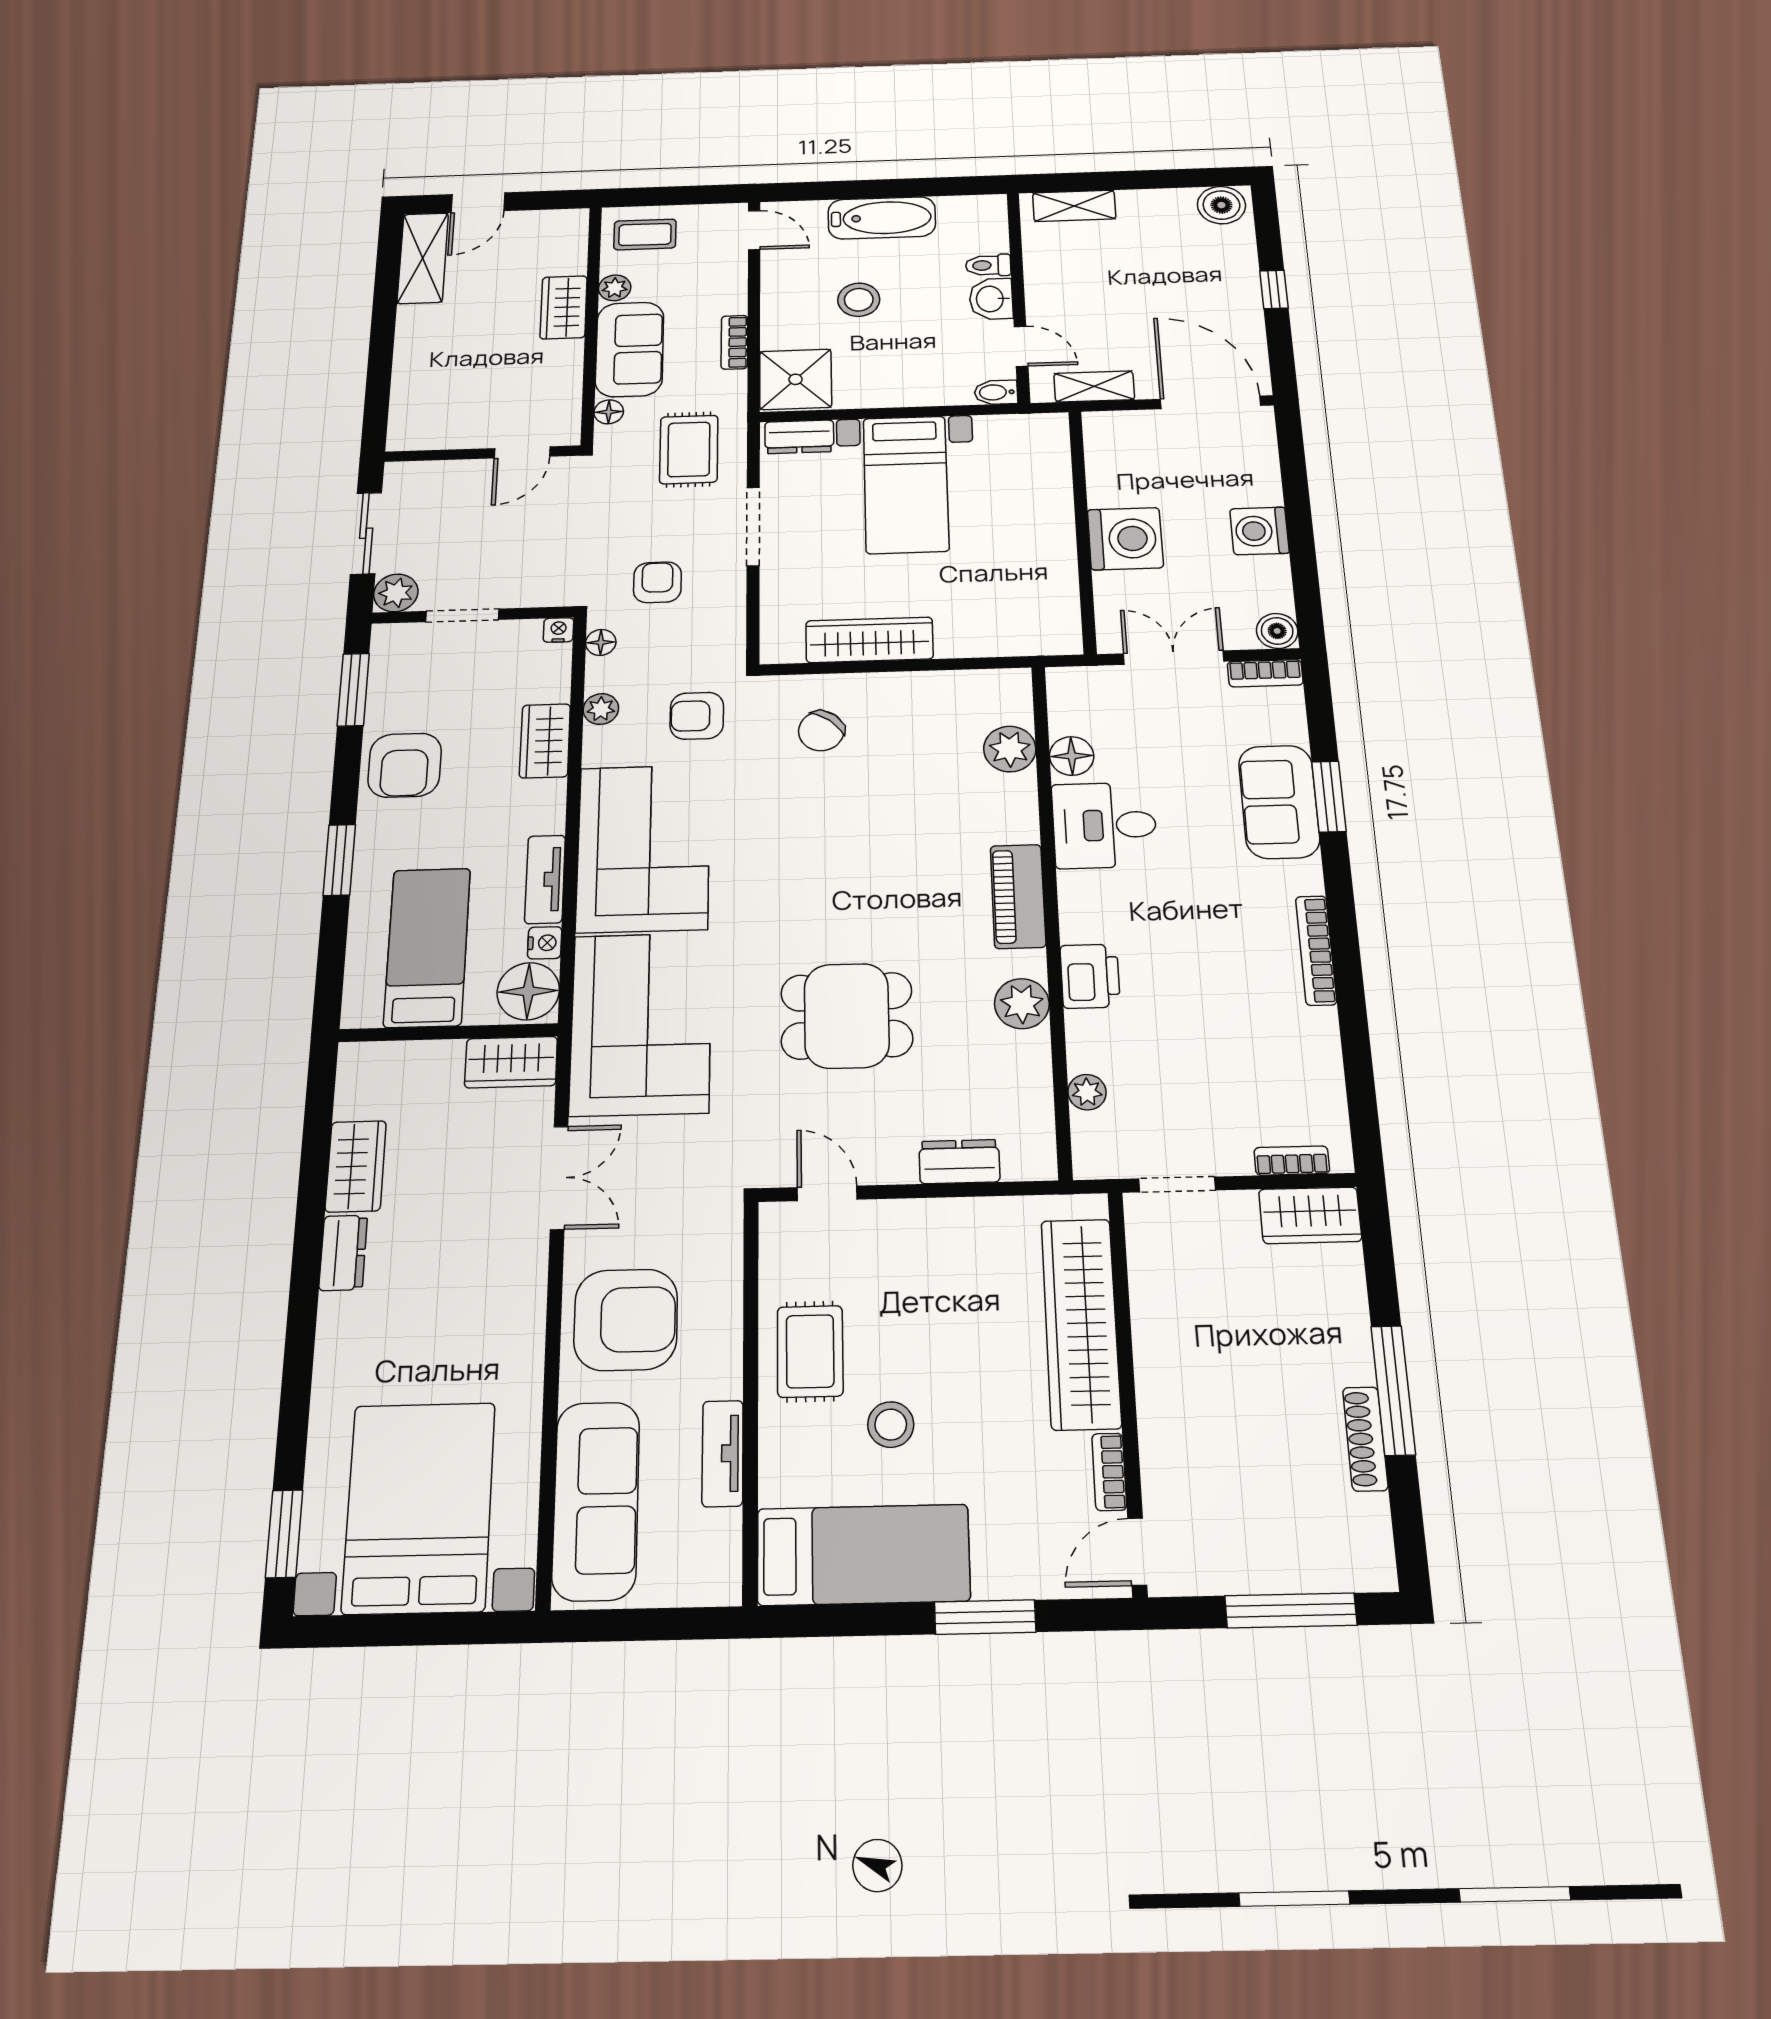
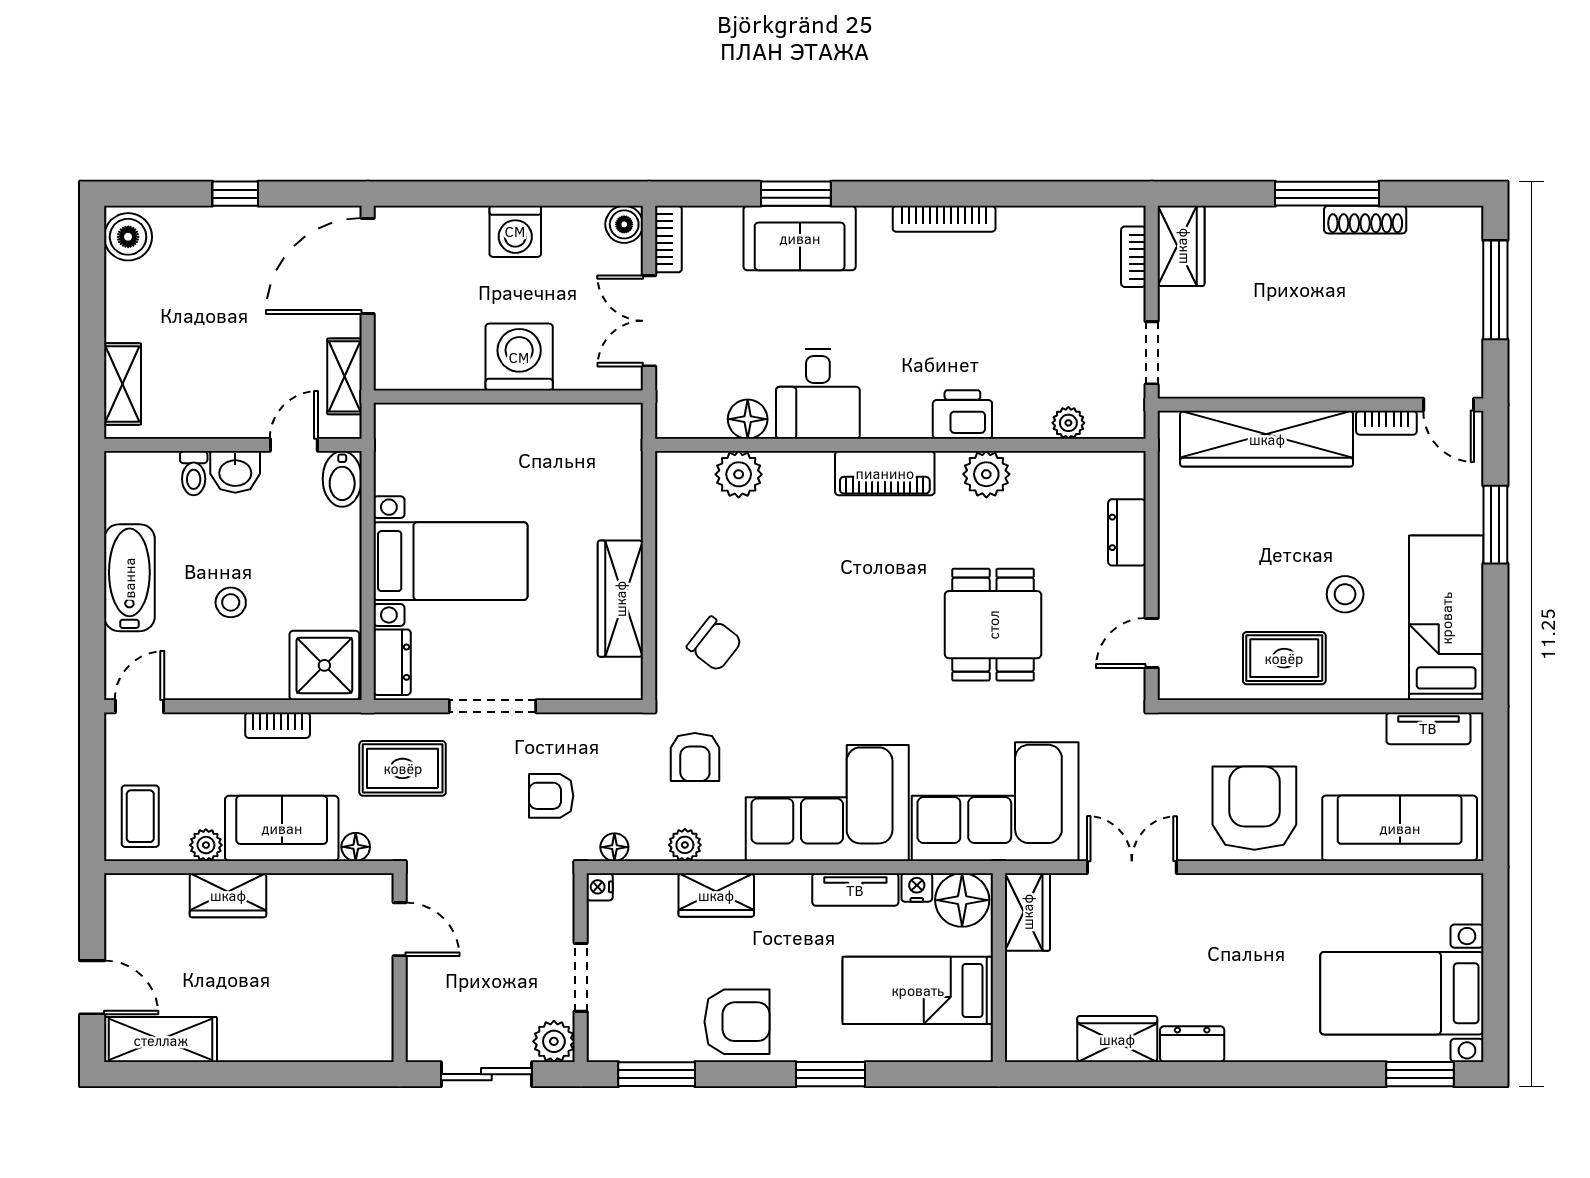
stool: (859, 300) -> (231, 602), width x0.73, depth x0.73
bidet: (996, 392) -> (342, 479), width x1.38, depth x1.36
tv unit: (723, 1453) -> (1428, 728), moved
bed with nightstands: (419, 1507) -> (1402, 993), width x0.73

